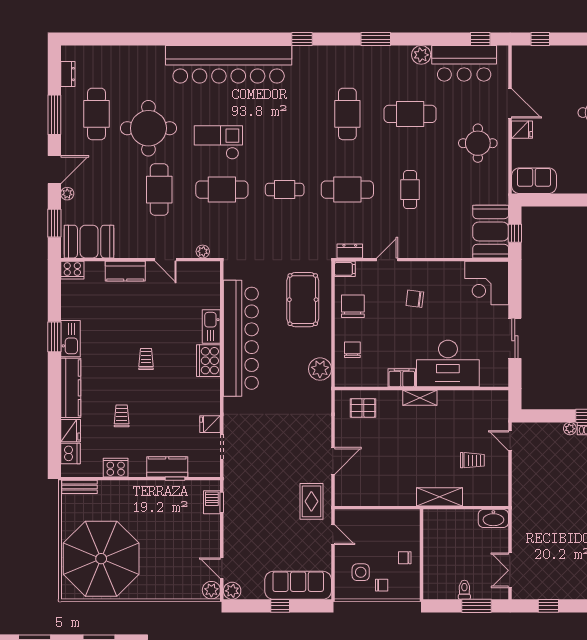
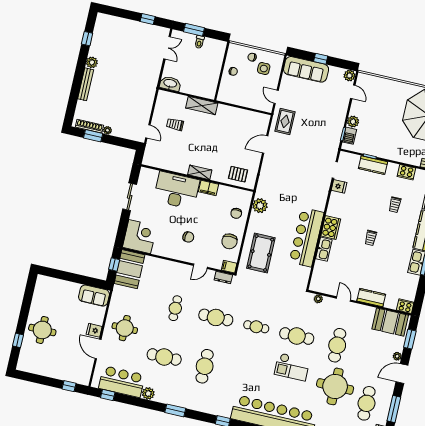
bar counter: (241, 338) -> (306, 237), width x0.73
plant: (211, 590) -> (353, 122), moved

